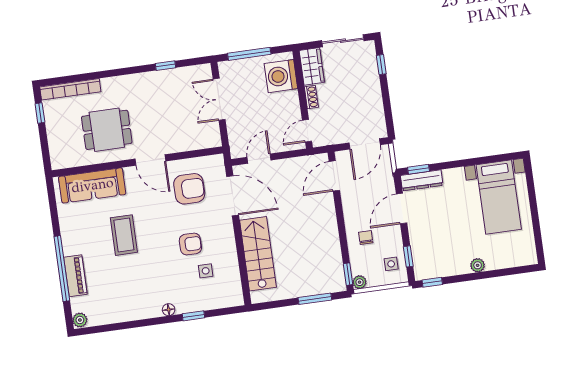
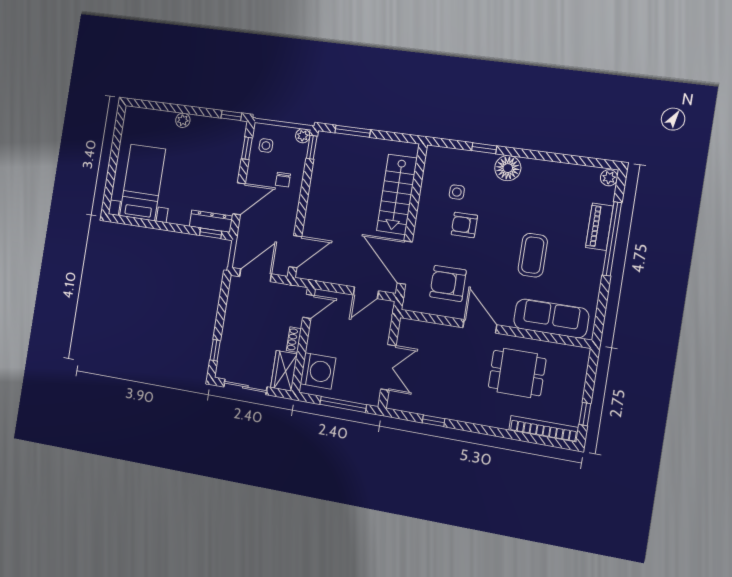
floor lamp: (169, 310) -> (508, 168), width x1.89, depth x1.89

